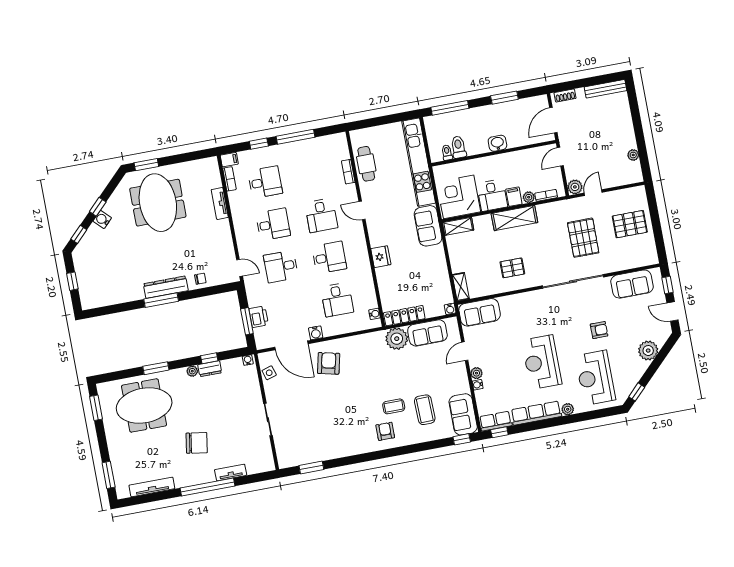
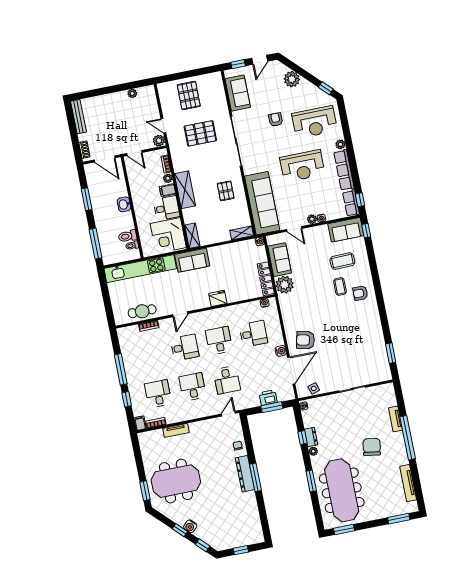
sofa: (480, 312) -> (262, 203), width x1.85, depth x1.27
meeting table: (144, 405) -> (342, 490), width x1.36

